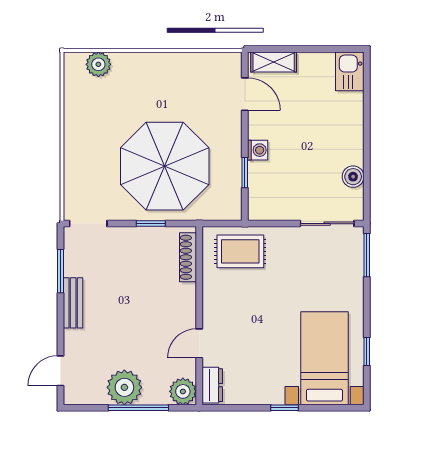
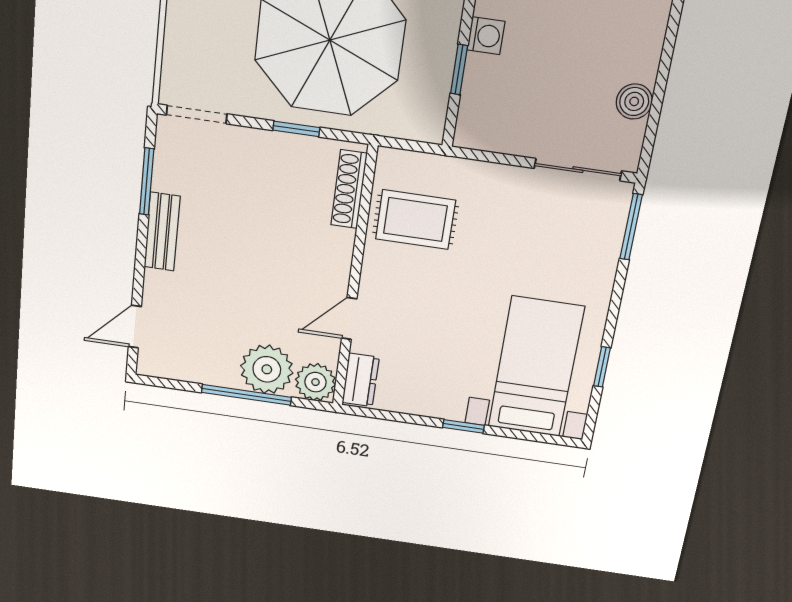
rug: (240, 251) -> (415, 220), moved
plant: (124, 387) -> (267, 369), moved

